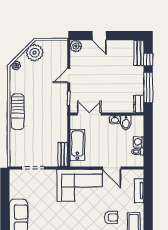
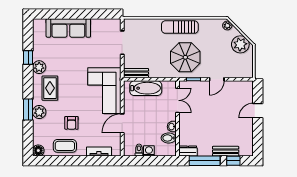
plant: (76, 46) -> (247, 87), removed
bench: (139, 53) -> (226, 151), moved
door: (69, 76) -> (217, 79), swing flipped
parasol: (47, 106) -> (185, 57), added

